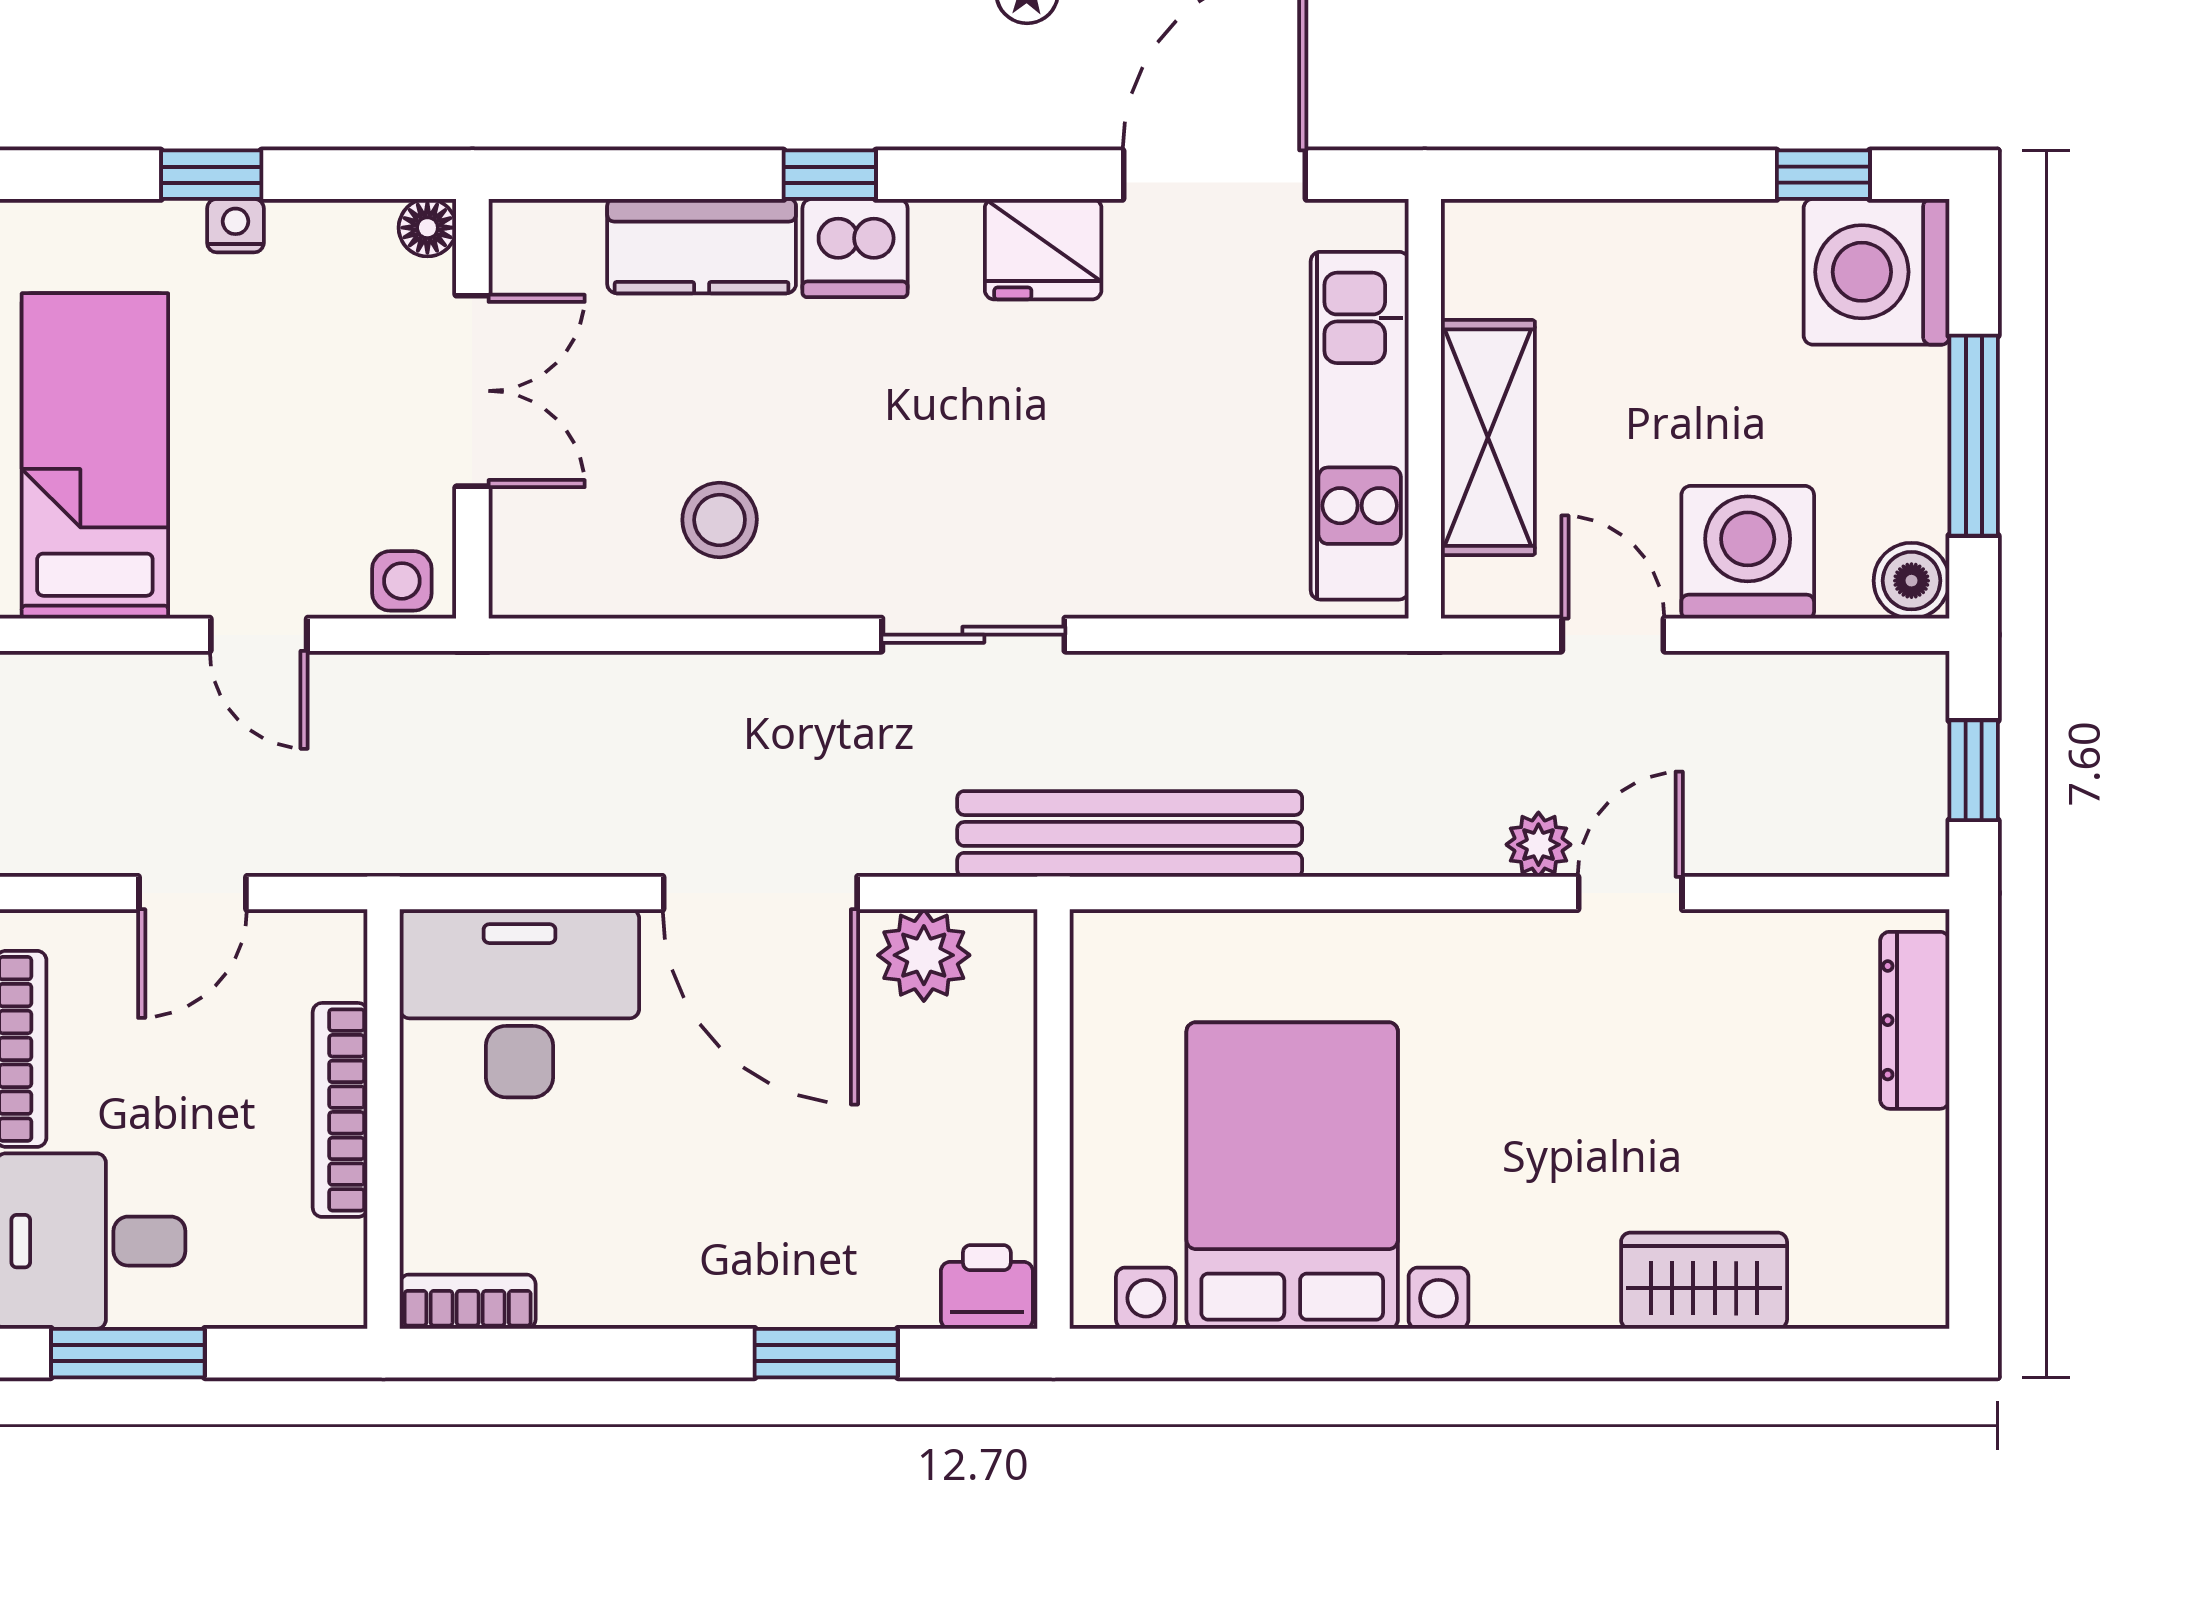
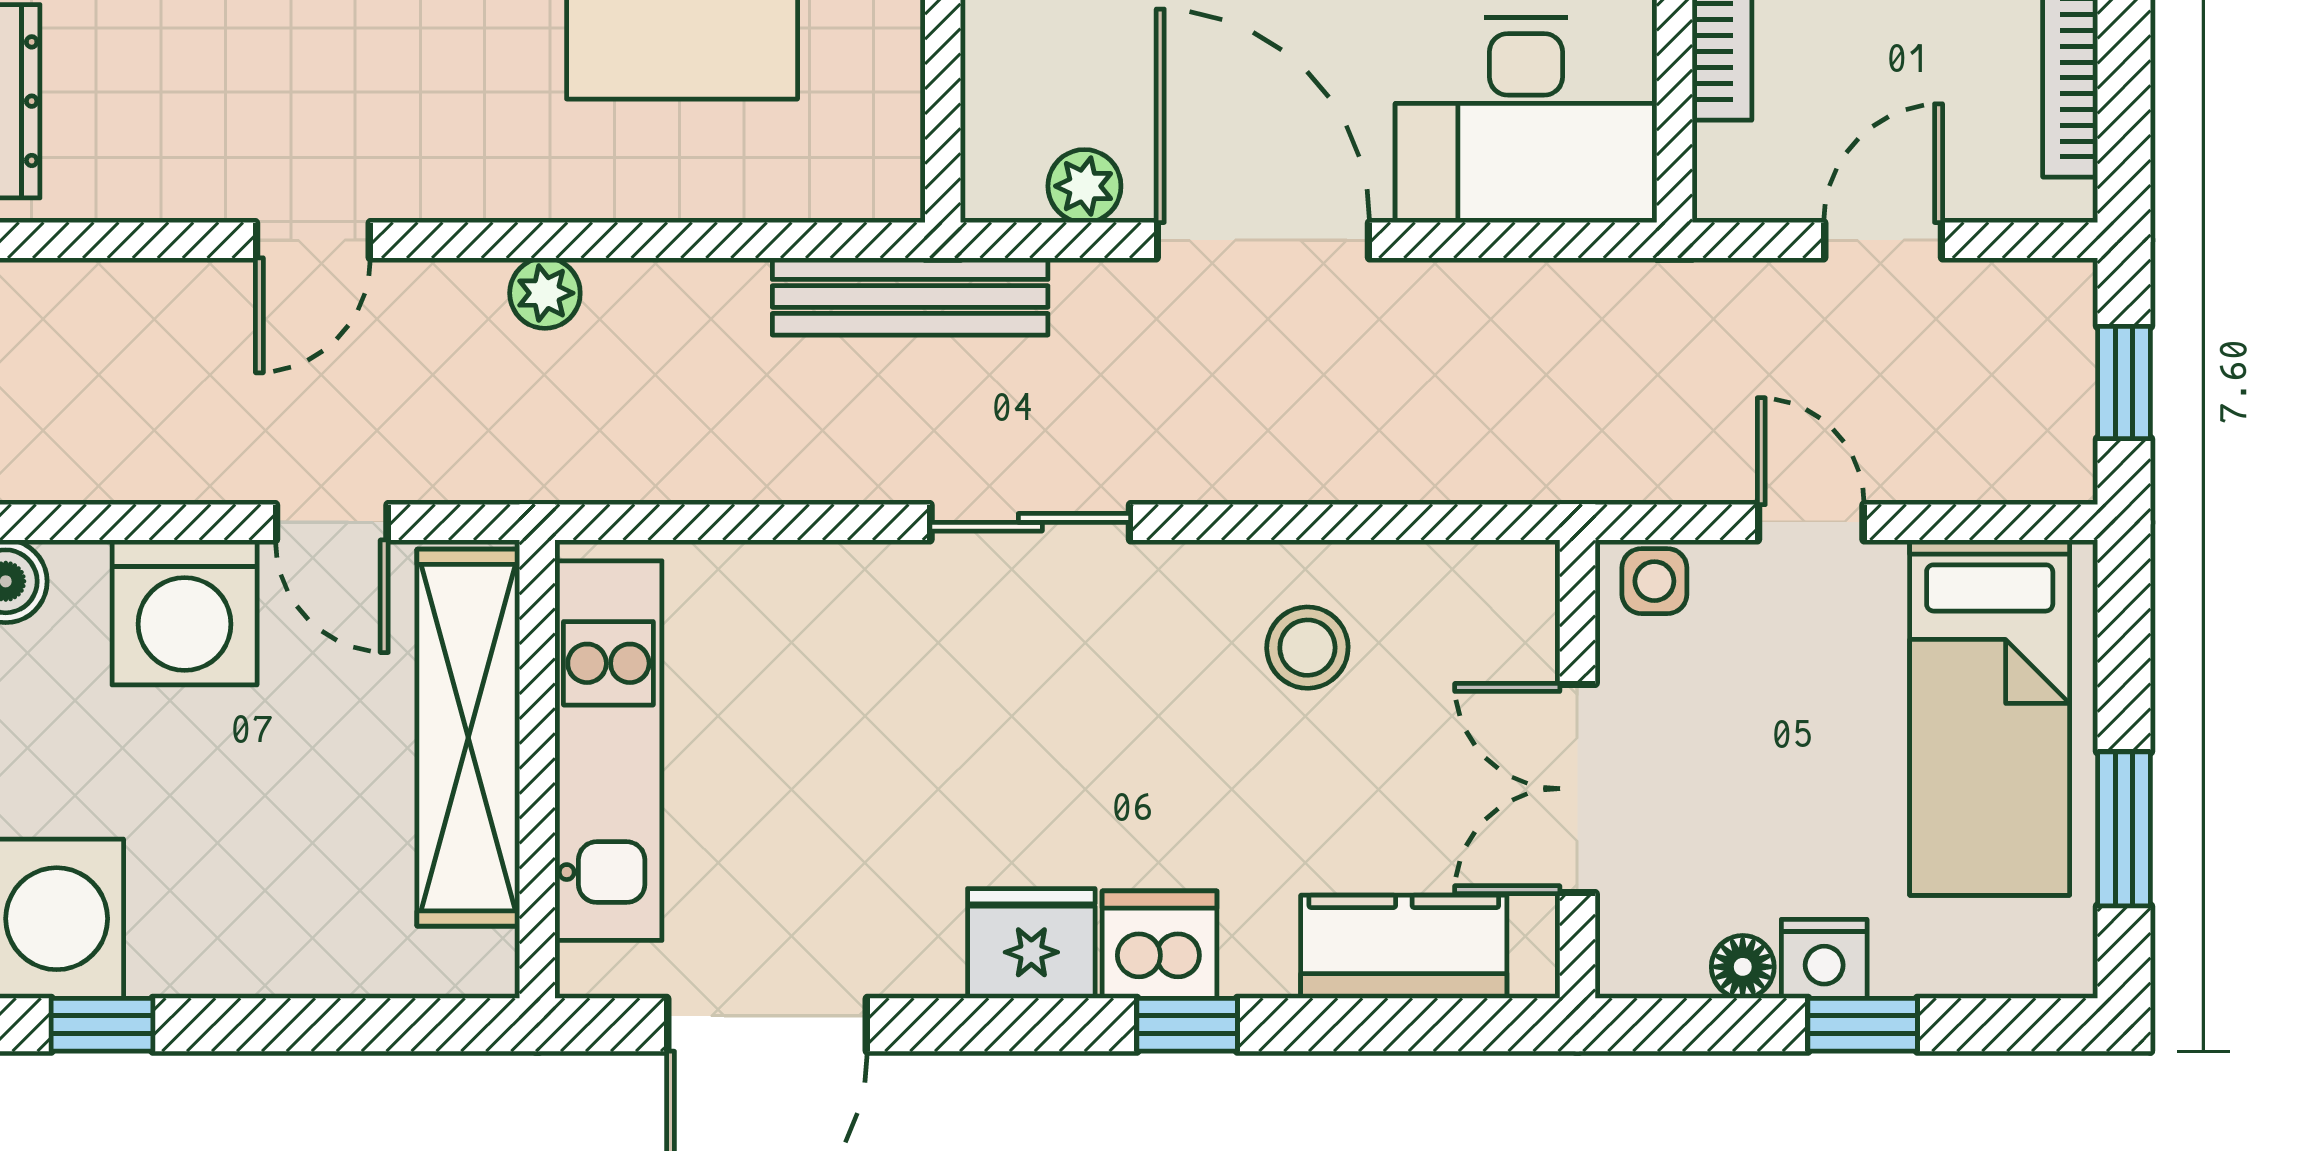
nightstand: (235, 226) -> (1824, 959), width x1.39, depth x1.35
floor lamp: (427, 228) -> (1743, 967), moved
kitchen counter: (702, 246) -> (1404, 947), moved
fridge: (1043, 249) -> (1031, 943), moved
shelving: (1488, 438) -> (468, 738), width x1.47
bench: (1130, 834) -> (910, 296), width x0.73, depth x0.82
plant: (1538, 845) -> (545, 293), moved
plant: (924, 955) -> (1084, 186), width x0.73, depth x0.73

